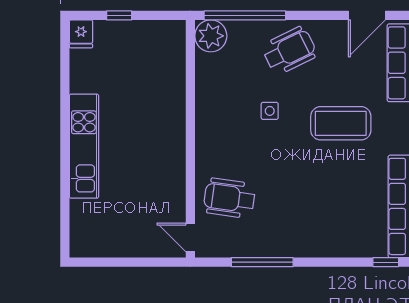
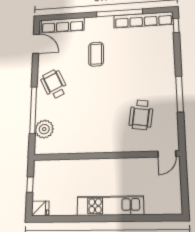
side table: (270, 111) -> (89, 94), removed
coffee table: (341, 123) -> (96, 54), width x0.73, depth x0.76
wall: (190, 139) -> (105, 156), moved
door: (190, 237) -> (167, 154), moved

